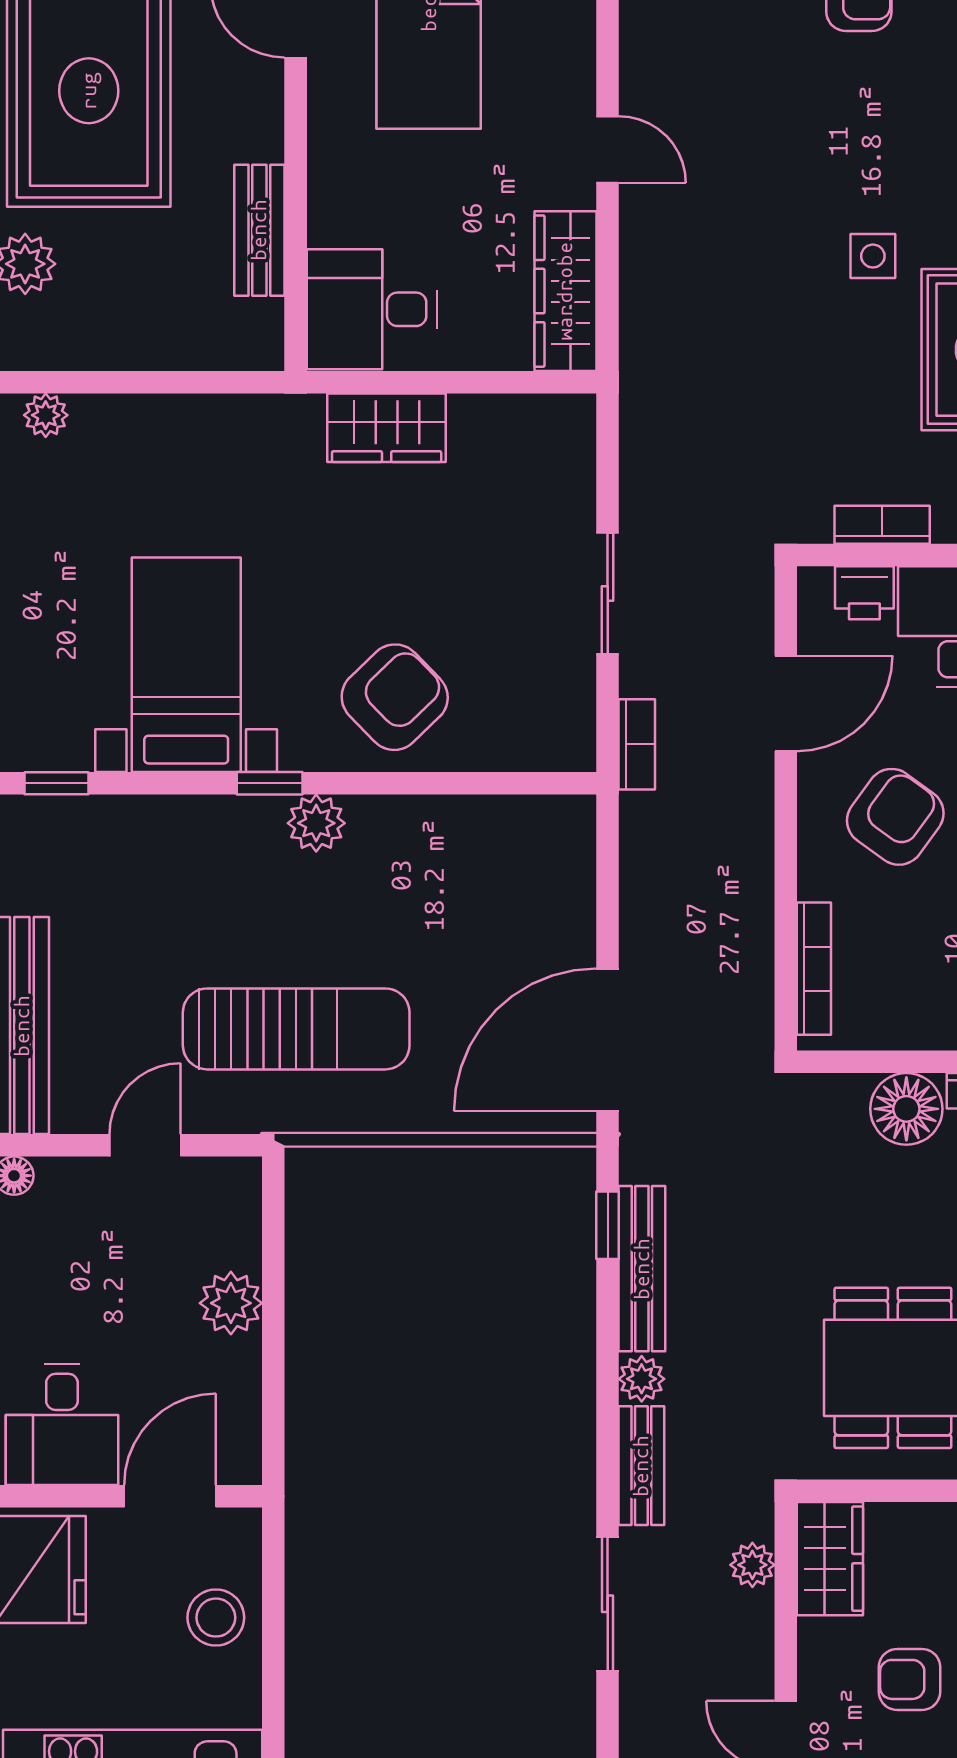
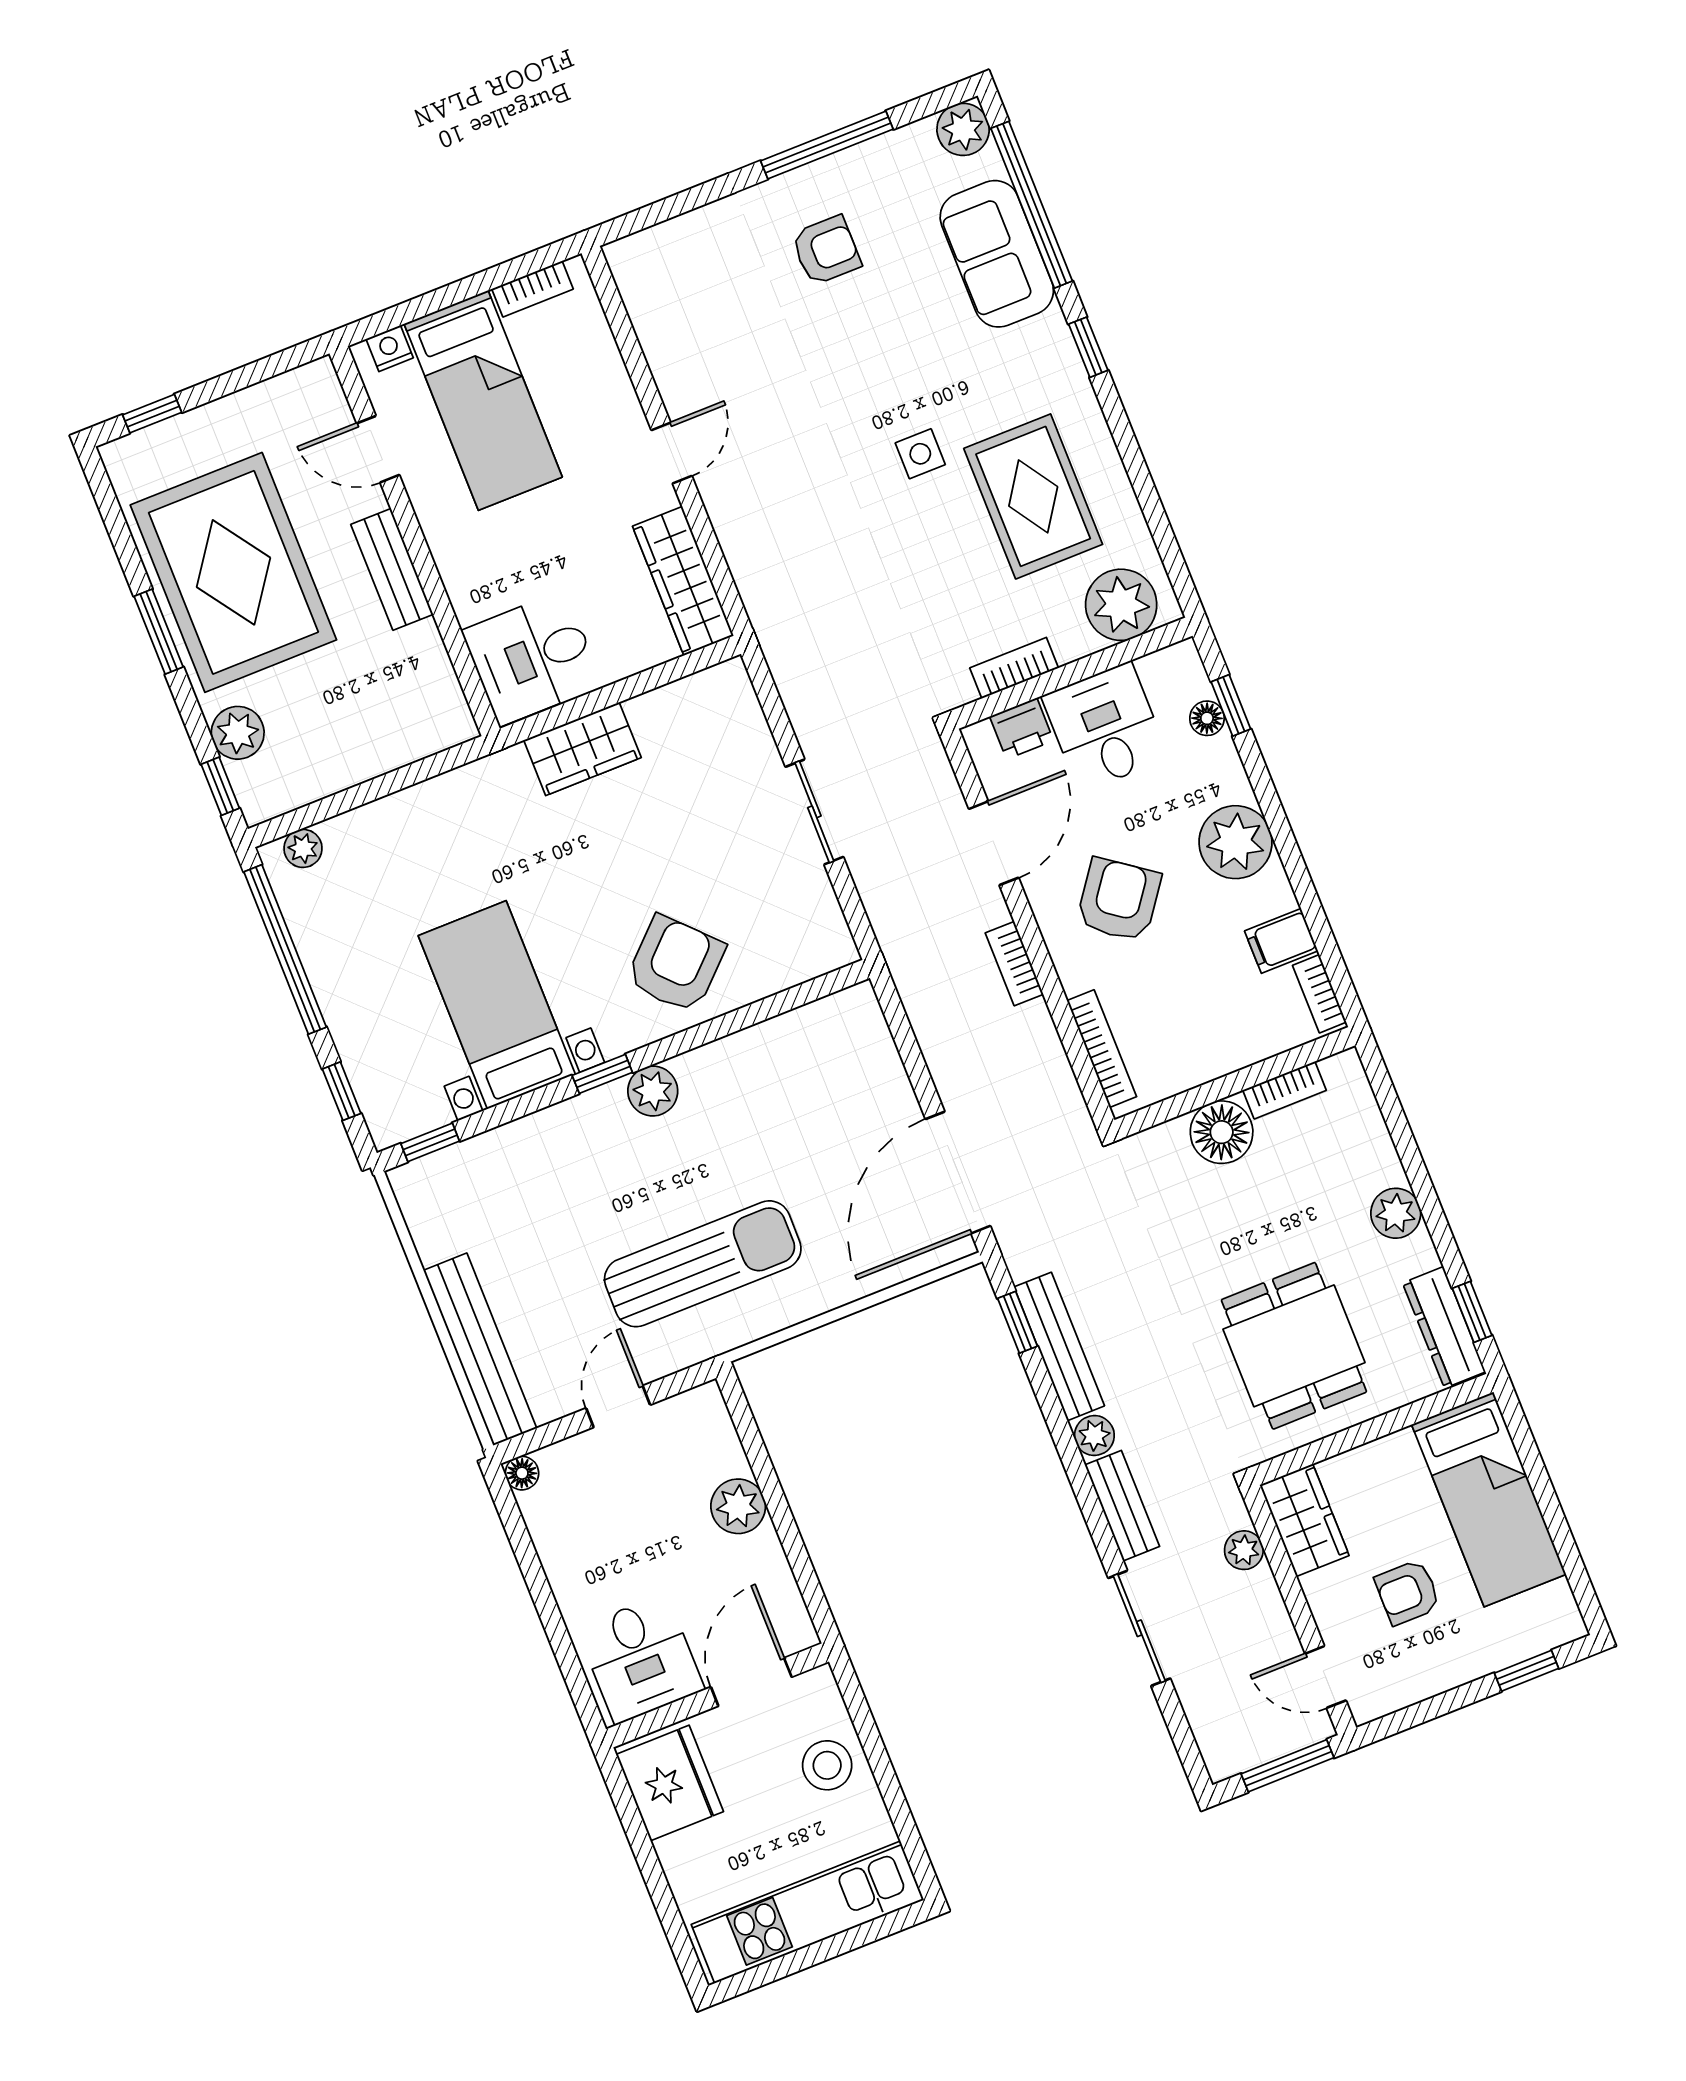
door: (608, 150) -> (672, 453), hinge flipped
bench: (259, 230) -> (392, 569), moved
bookcase: (637, 744) -> (1014, 964), moved, turned 180

